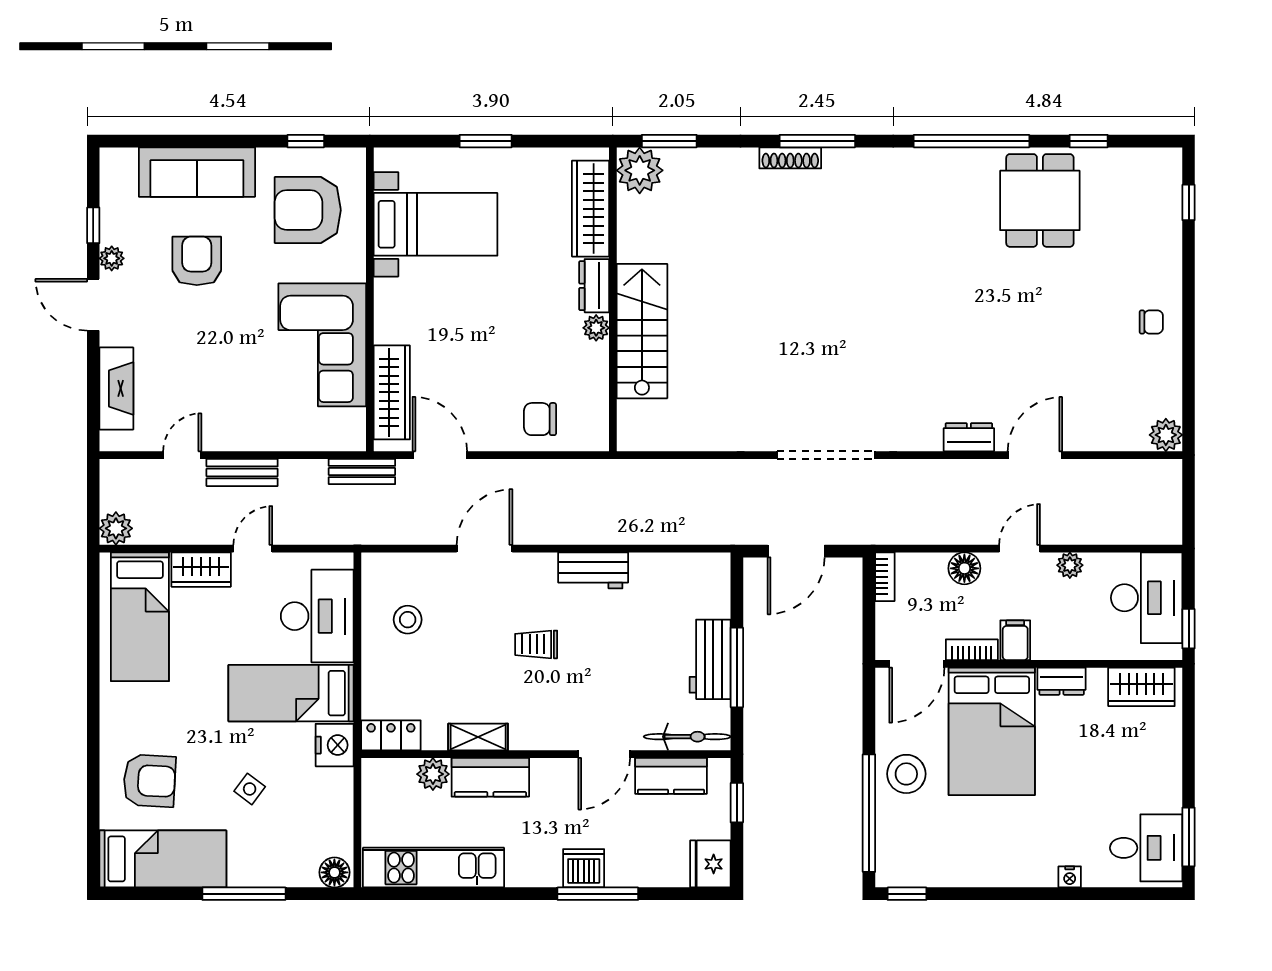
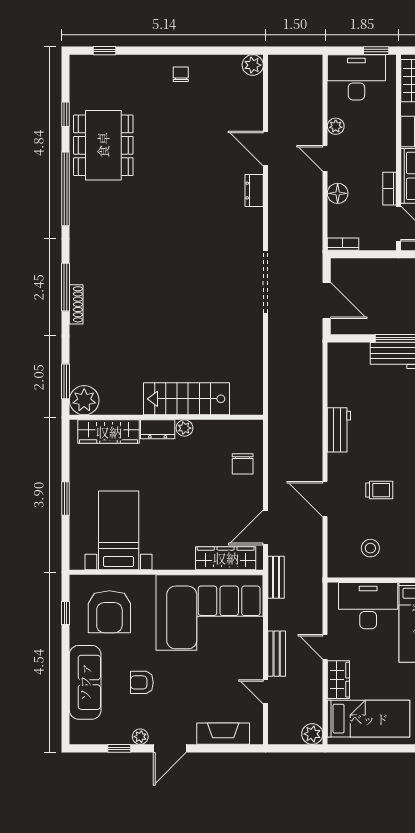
dining table: (1040, 200) -> (103, 145), width x1.38
armchair: (197, 261) -> (142, 682), width x0.72, depth x0.72
corner sofa: (322, 345) -> (209, 613), width x1.36, depth x1.36
filing cabinet: (1015, 640) -> (383, 161), removed
trolley: (536, 644) -> (379, 490), moved, turned -90

